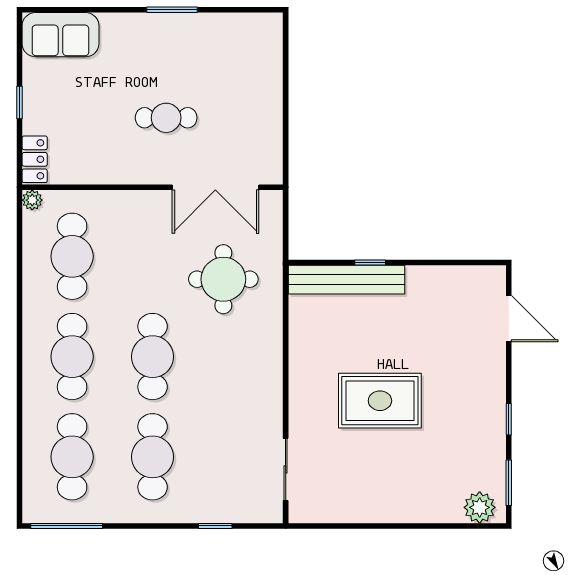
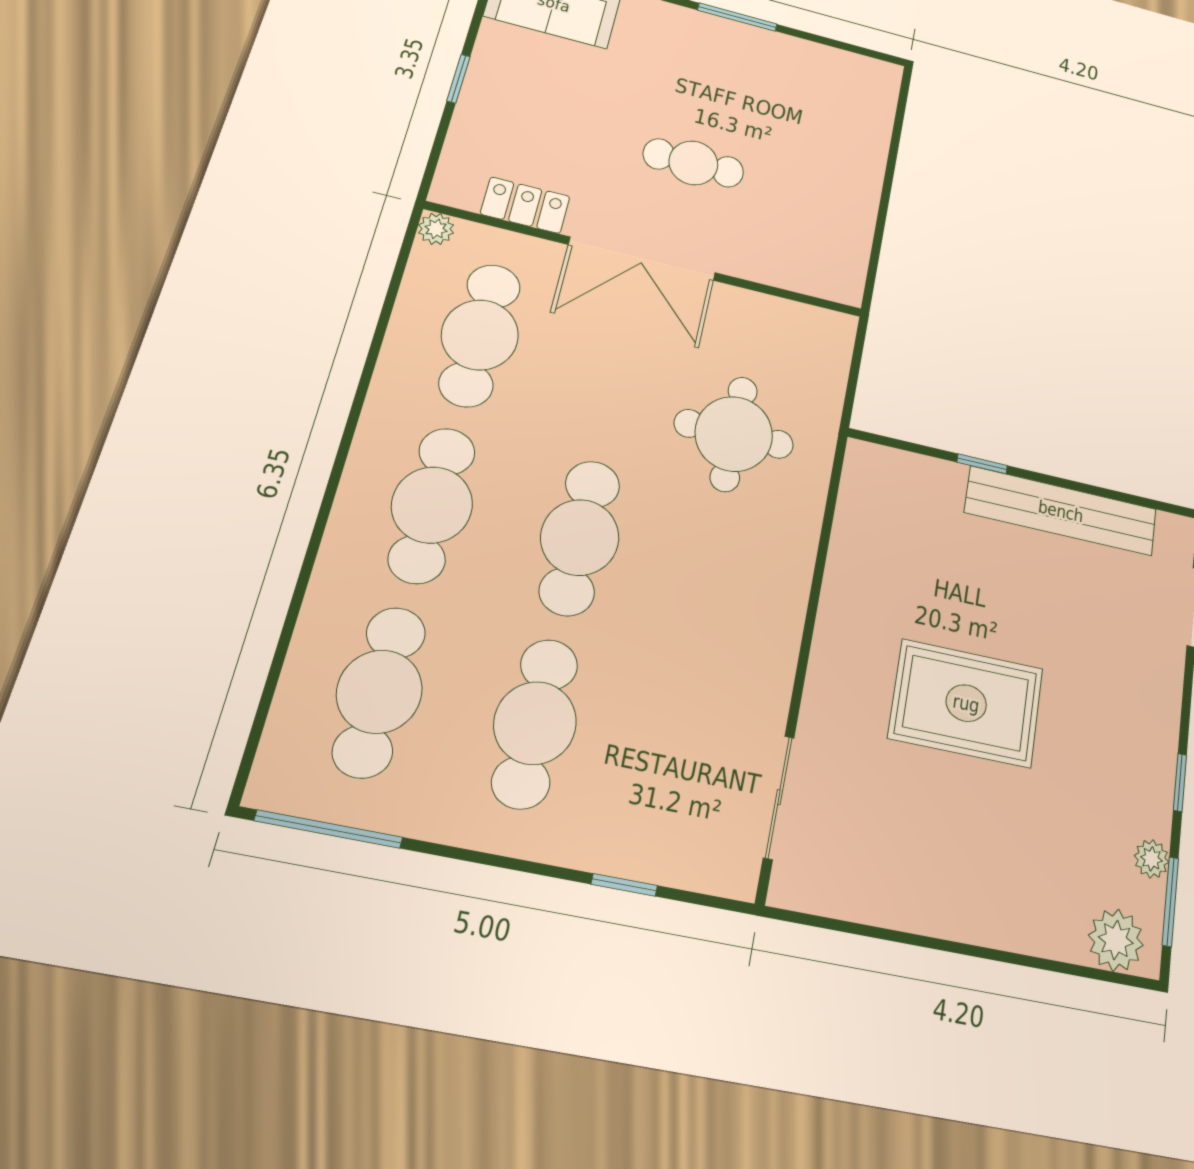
locker: (35, 159) -> (525, 205), moved, turned -90
double door: (215, 187) -> (642, 259), moved
bench: (346, 280) -> (1061, 511), moved
plant: (496, 463) -> (1152, 859), added

